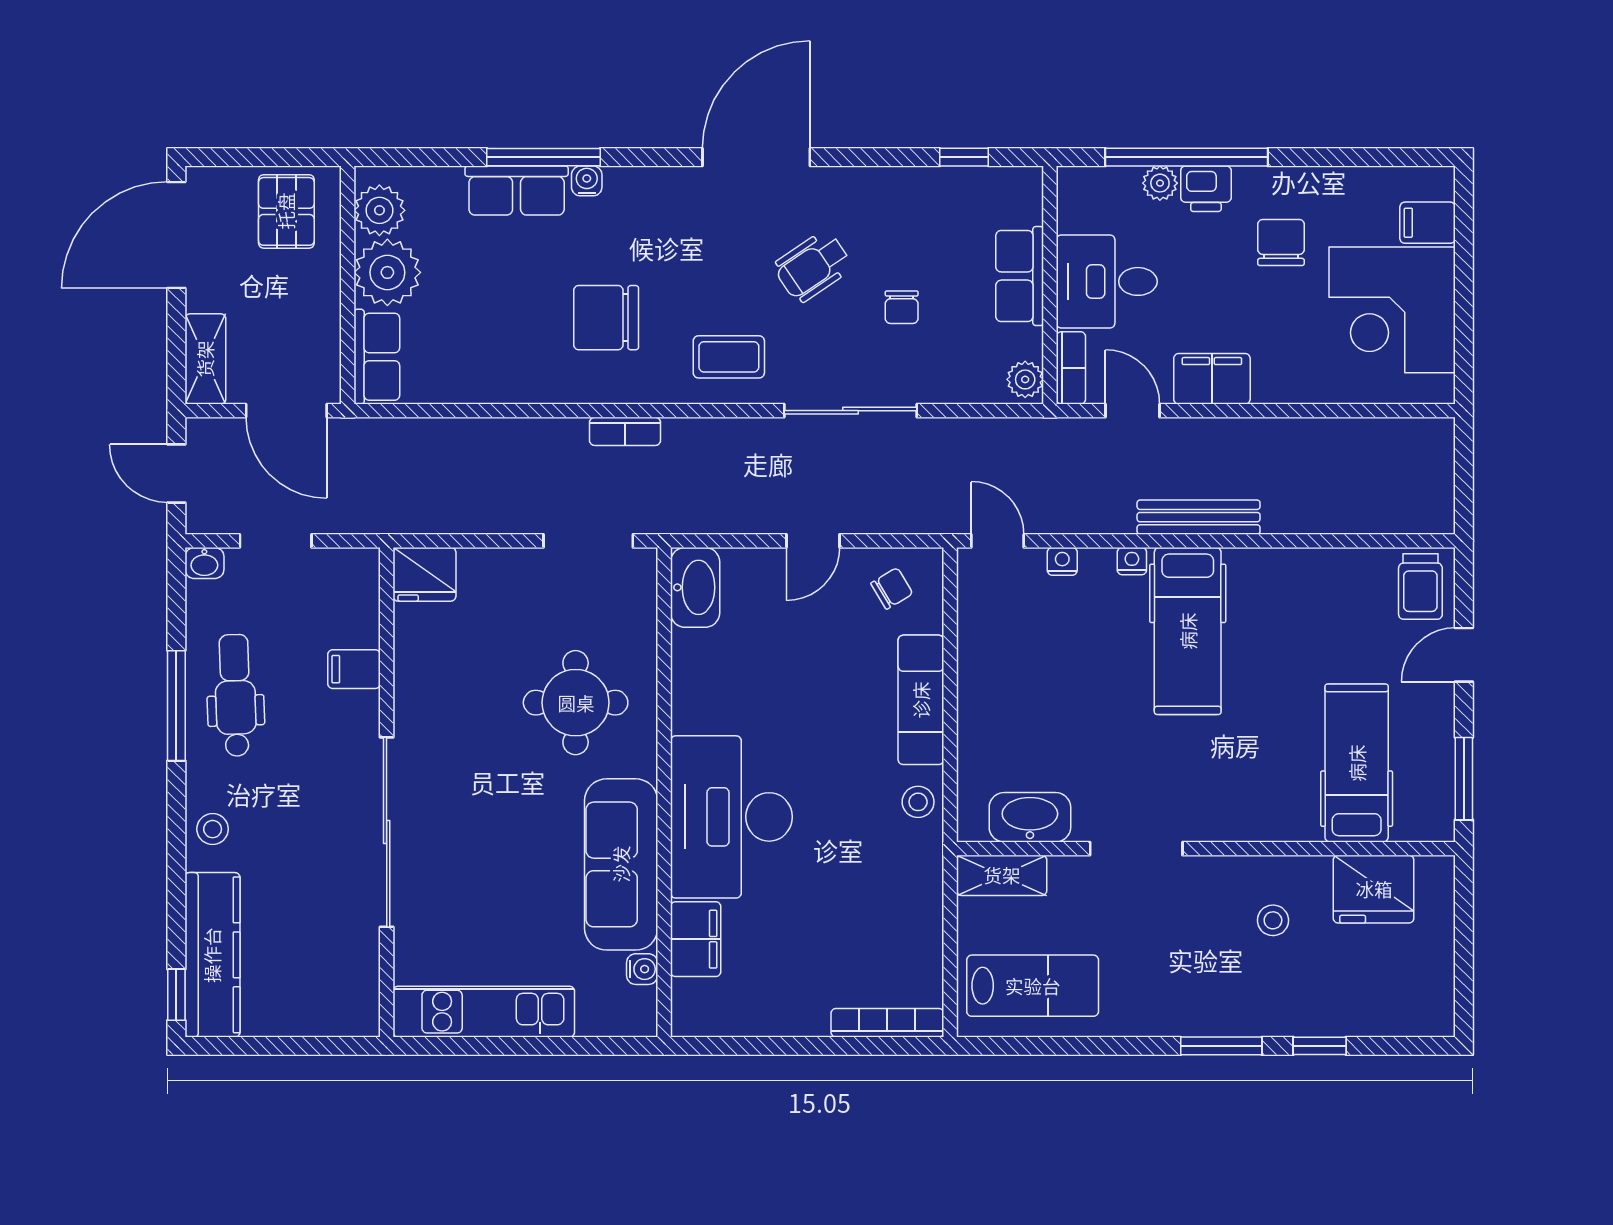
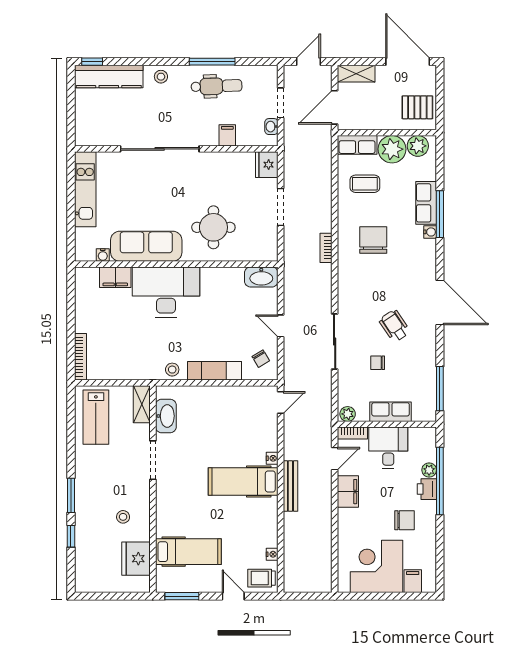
window: (964, 157) -> (440, 389), width x2.17
coffee table: (729, 357) -> (365, 184), moved, turned 90
doorway: (588, 541) -> (281, 207), moved
nightstand: (1062, 561) -> (272, 554), moved
washbasin: (204, 563) -> (271, 127), moved

